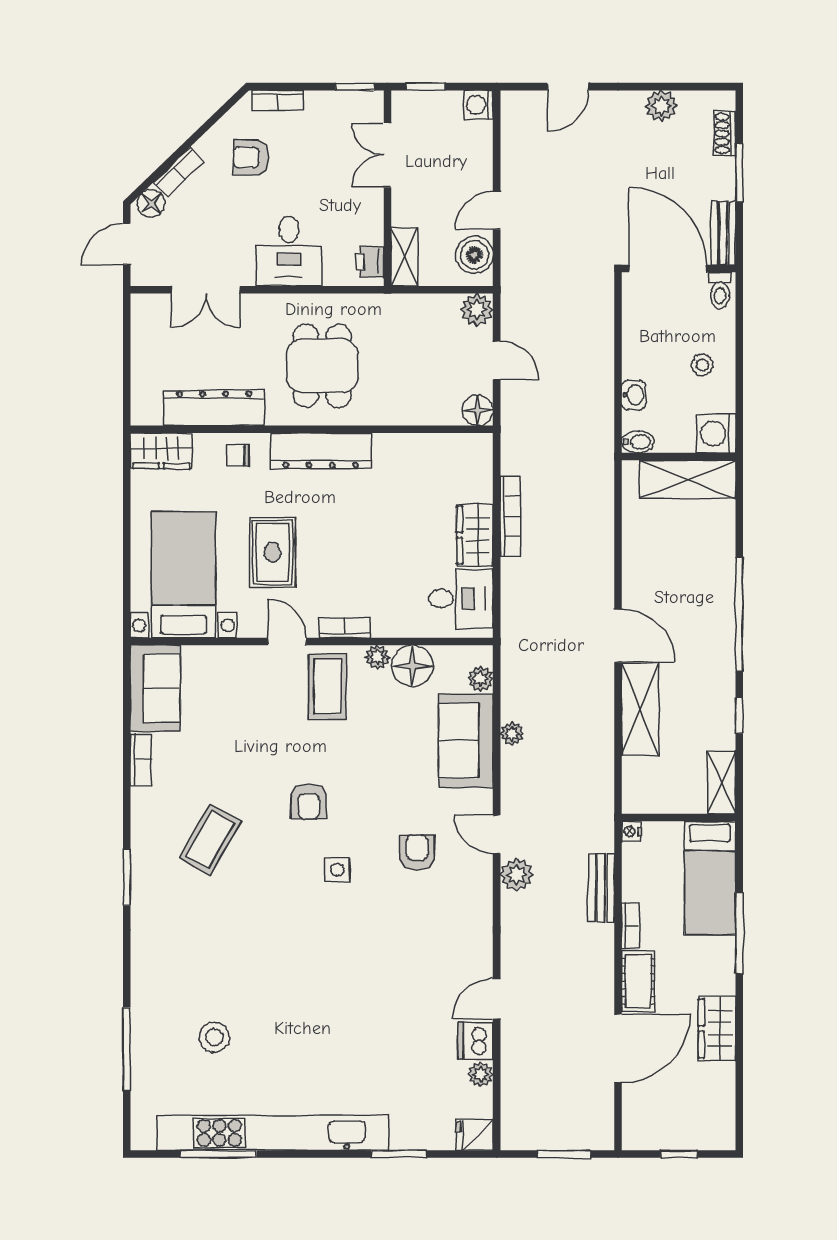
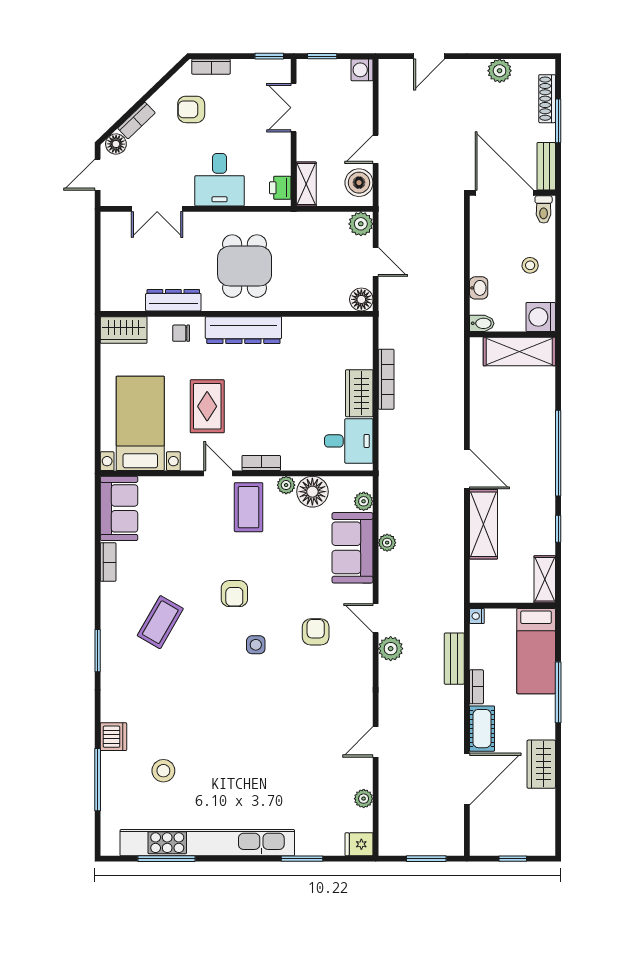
shoe rack: (725, 133) -> (547, 99), width x1.43
dresser: (214, 408) -> (173, 300), width x0.73, depth x0.80
dishwasher: (476, 1041) -> (113, 737), moved, turned 180

